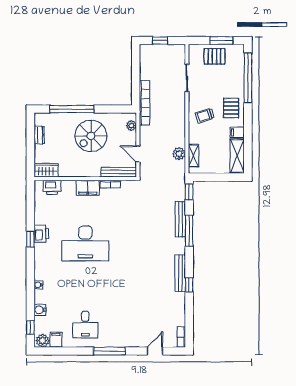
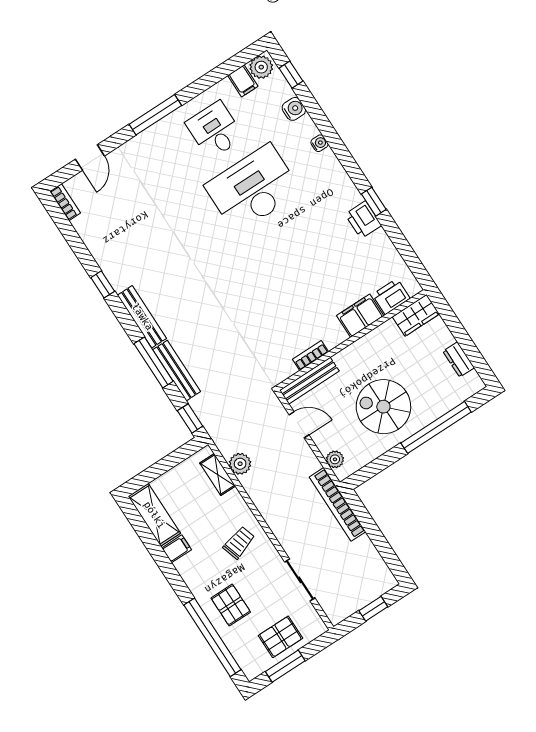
pallet: (231, 108) -> (231, 605), moved
spiral stairs: (91, 136) -> (383, 407), turned -90
filing cabinet: (88, 188) -> (360, 316), moved
desk: (85, 243) -> (253, 188), moved
bench: (180, 273) -> (142, 317), moved

